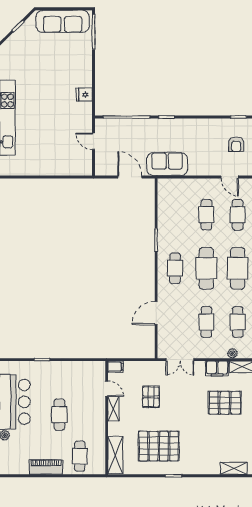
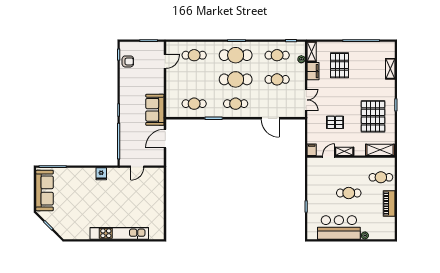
armchair: (236, 144) -> (128, 61), moved
cafe table: (206, 215) -> (194, 104), moved
shelving: (234, 468) -> (390, 69), moved

